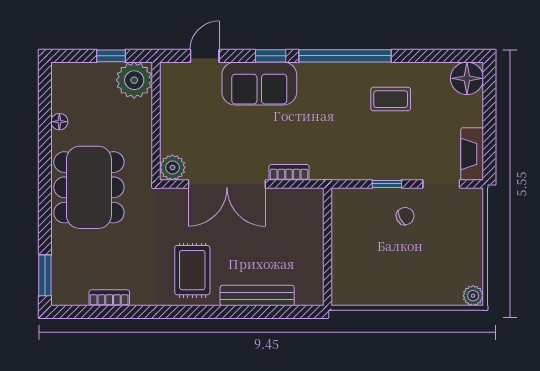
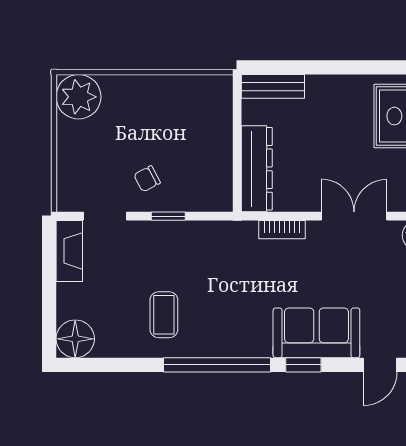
coffee table: (391, 99) -> (164, 315), turned 90
double door: (227, 184) -> (354, 216), width x0.73
dresser: (311, 225) -> (257, 169), added
bench: (257, 296) -> (273, 86), moved, width x0.73
plant: (473, 296) -> (79, 97), width x1.88, depth x1.88

